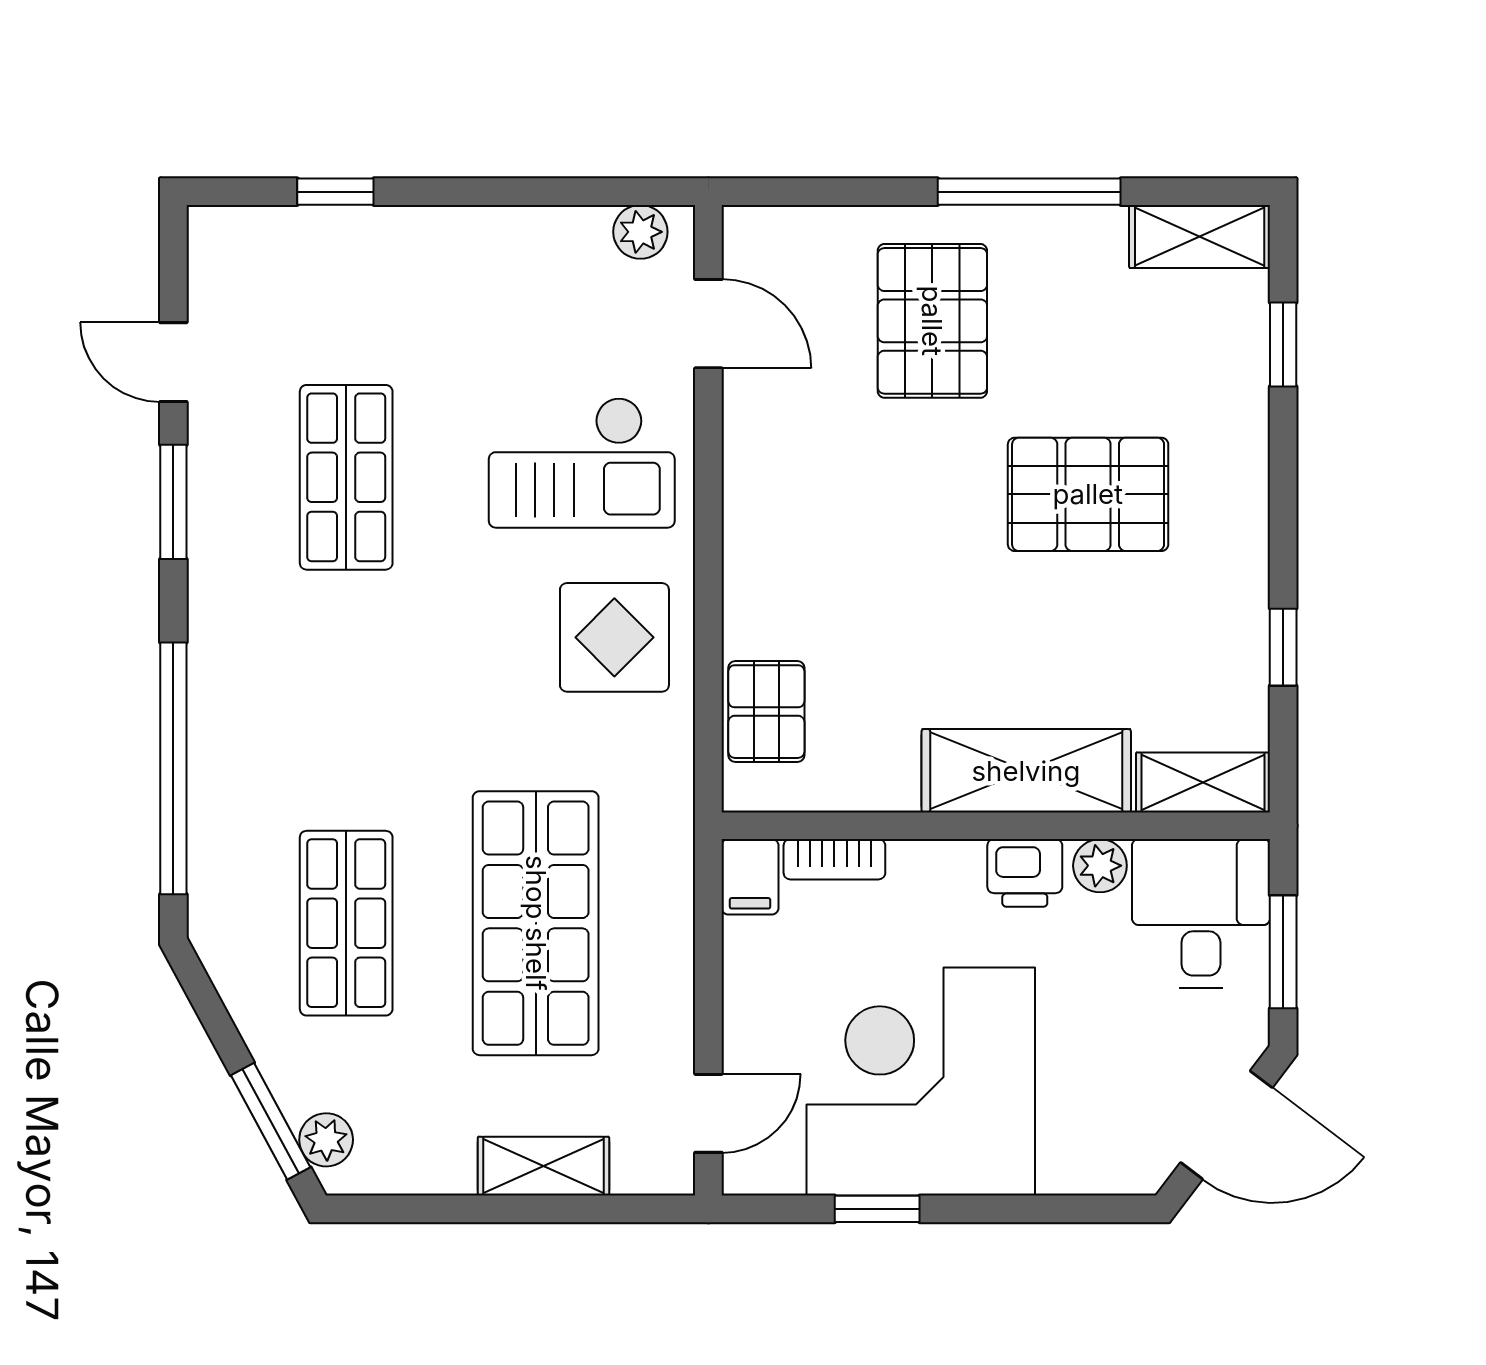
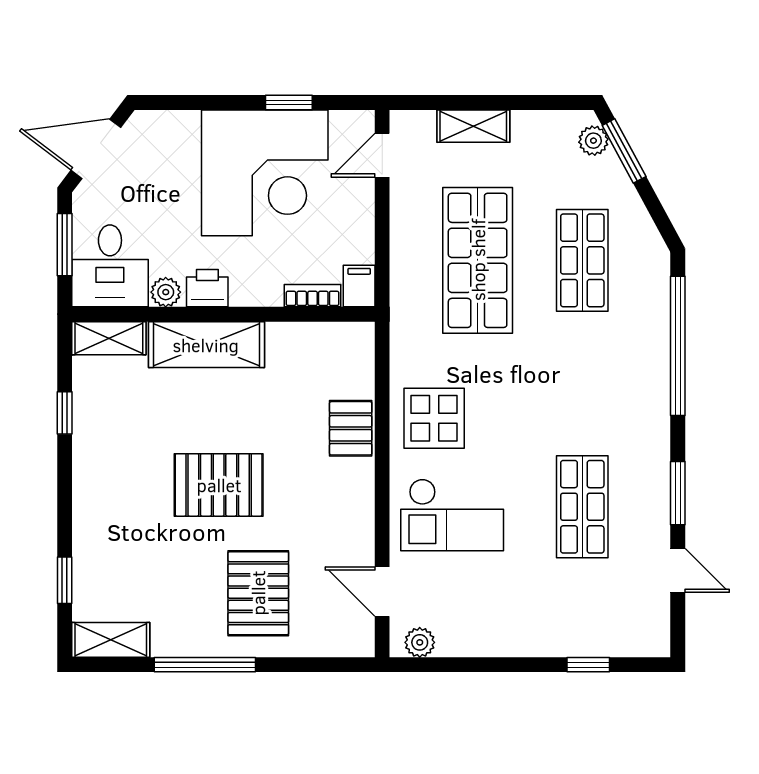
checkout: (582, 463) -> (452, 515), turned 180
pallet: (1088, 494) -> (219, 485), moved
pallet: (766, 712) -> (351, 428), moved

